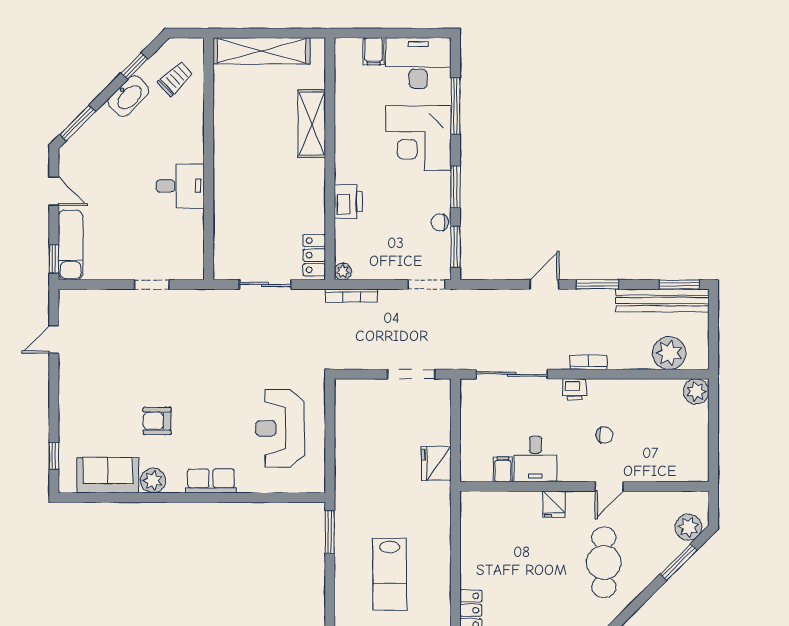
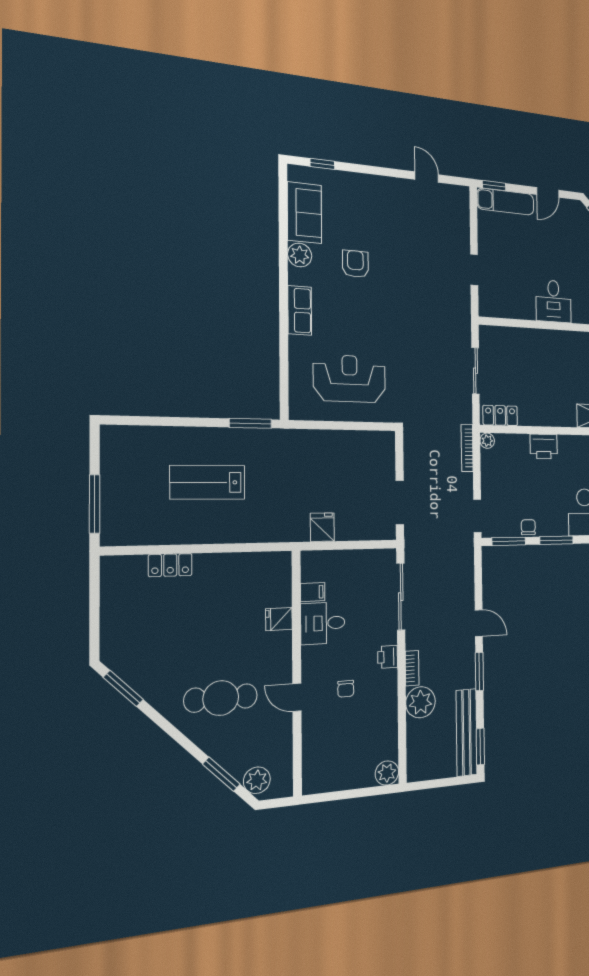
plant: (669, 353) -> (421, 702), moved
fridge: (436, 463) -> (322, 527), width x0.72
fridge: (554, 504) -> (279, 619), moved

